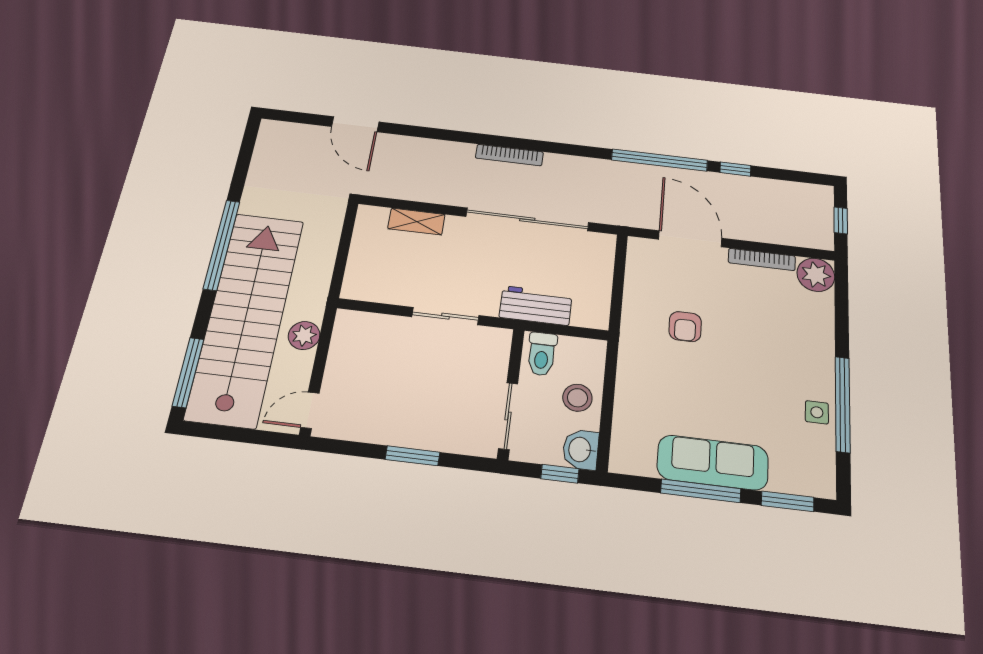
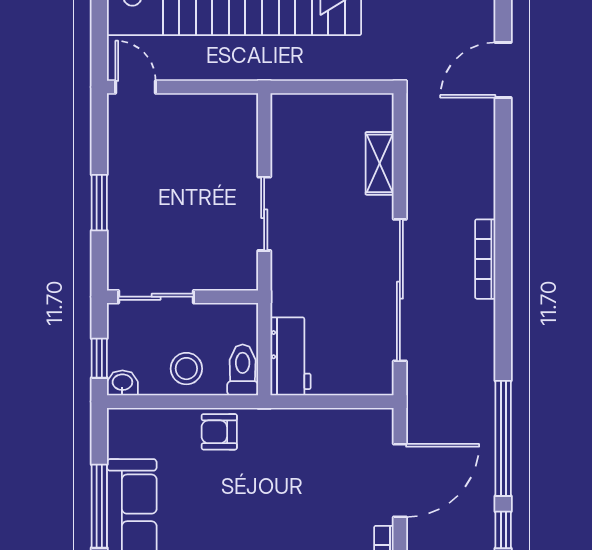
workbench: (536, 305) -> (291, 356), moved
armchair: (685, 327) -> (219, 432), moved
plant: (304, 335) -> (221, 64), removed
toilet: (542, 354) -> (243, 370), moved, turned 90
washbasin: (581, 450) -> (122, 383), width x0.72, depth x0.69

